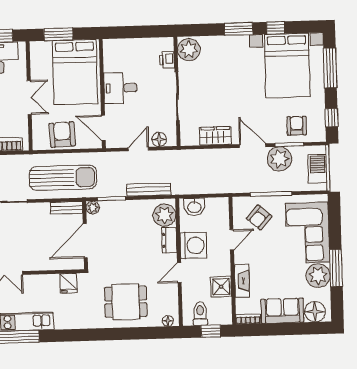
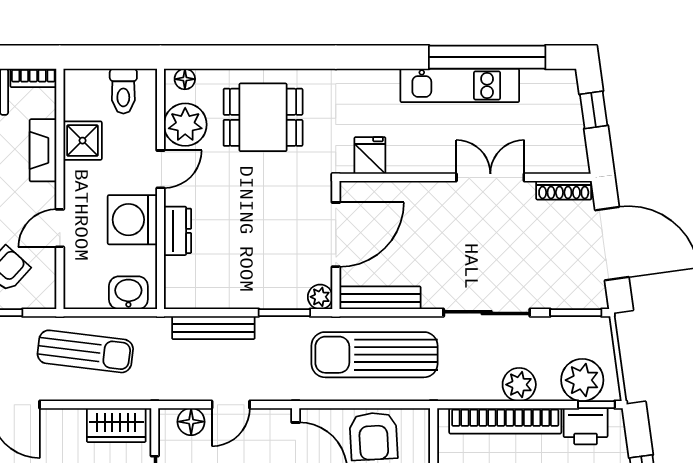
wardrobe: (215, 136) -> (116, 425), moved
sun lounger: (216, 175) -> (85, 351), added
bench: (67, 208) -> (380, 298), width x1.36
plant: (164, 215) -> (185, 125), moved
window: (211, 331) -> (104, 57), removed

